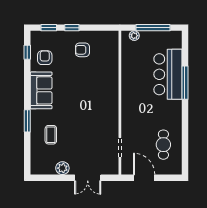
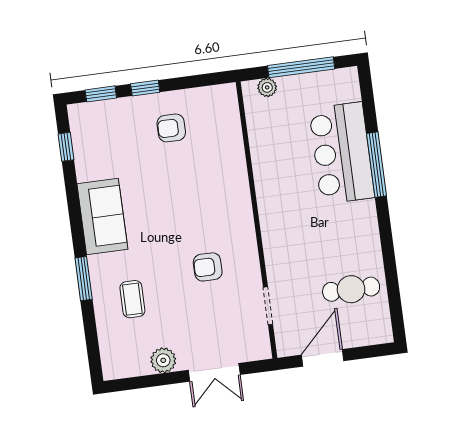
armchair: (45, 58) -> (208, 267), moved, turned -90
cafe table: (163, 145) -> (351, 289), turned 90
door: (144, 178) -> (323, 358), hinge flipped

